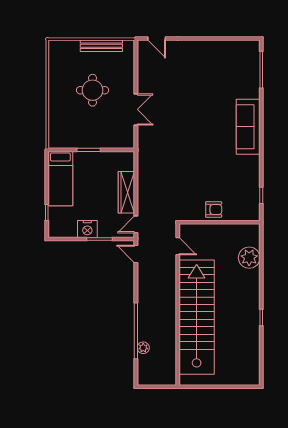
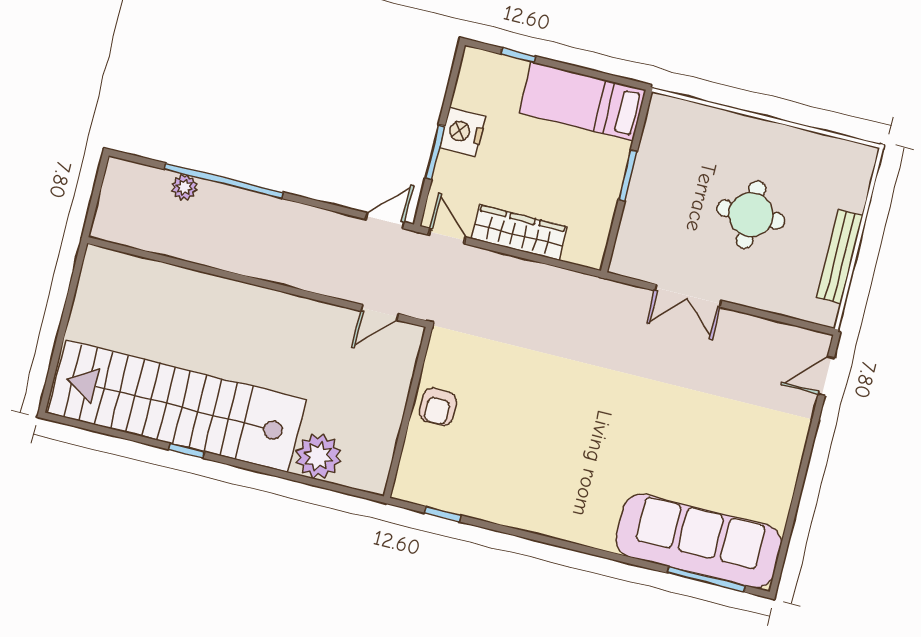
sofa: (248, 127) -> (699, 541), moved, width x1.36, depth x1.27
stairs: (197, 317) -> (177, 406), moved, turned 180

